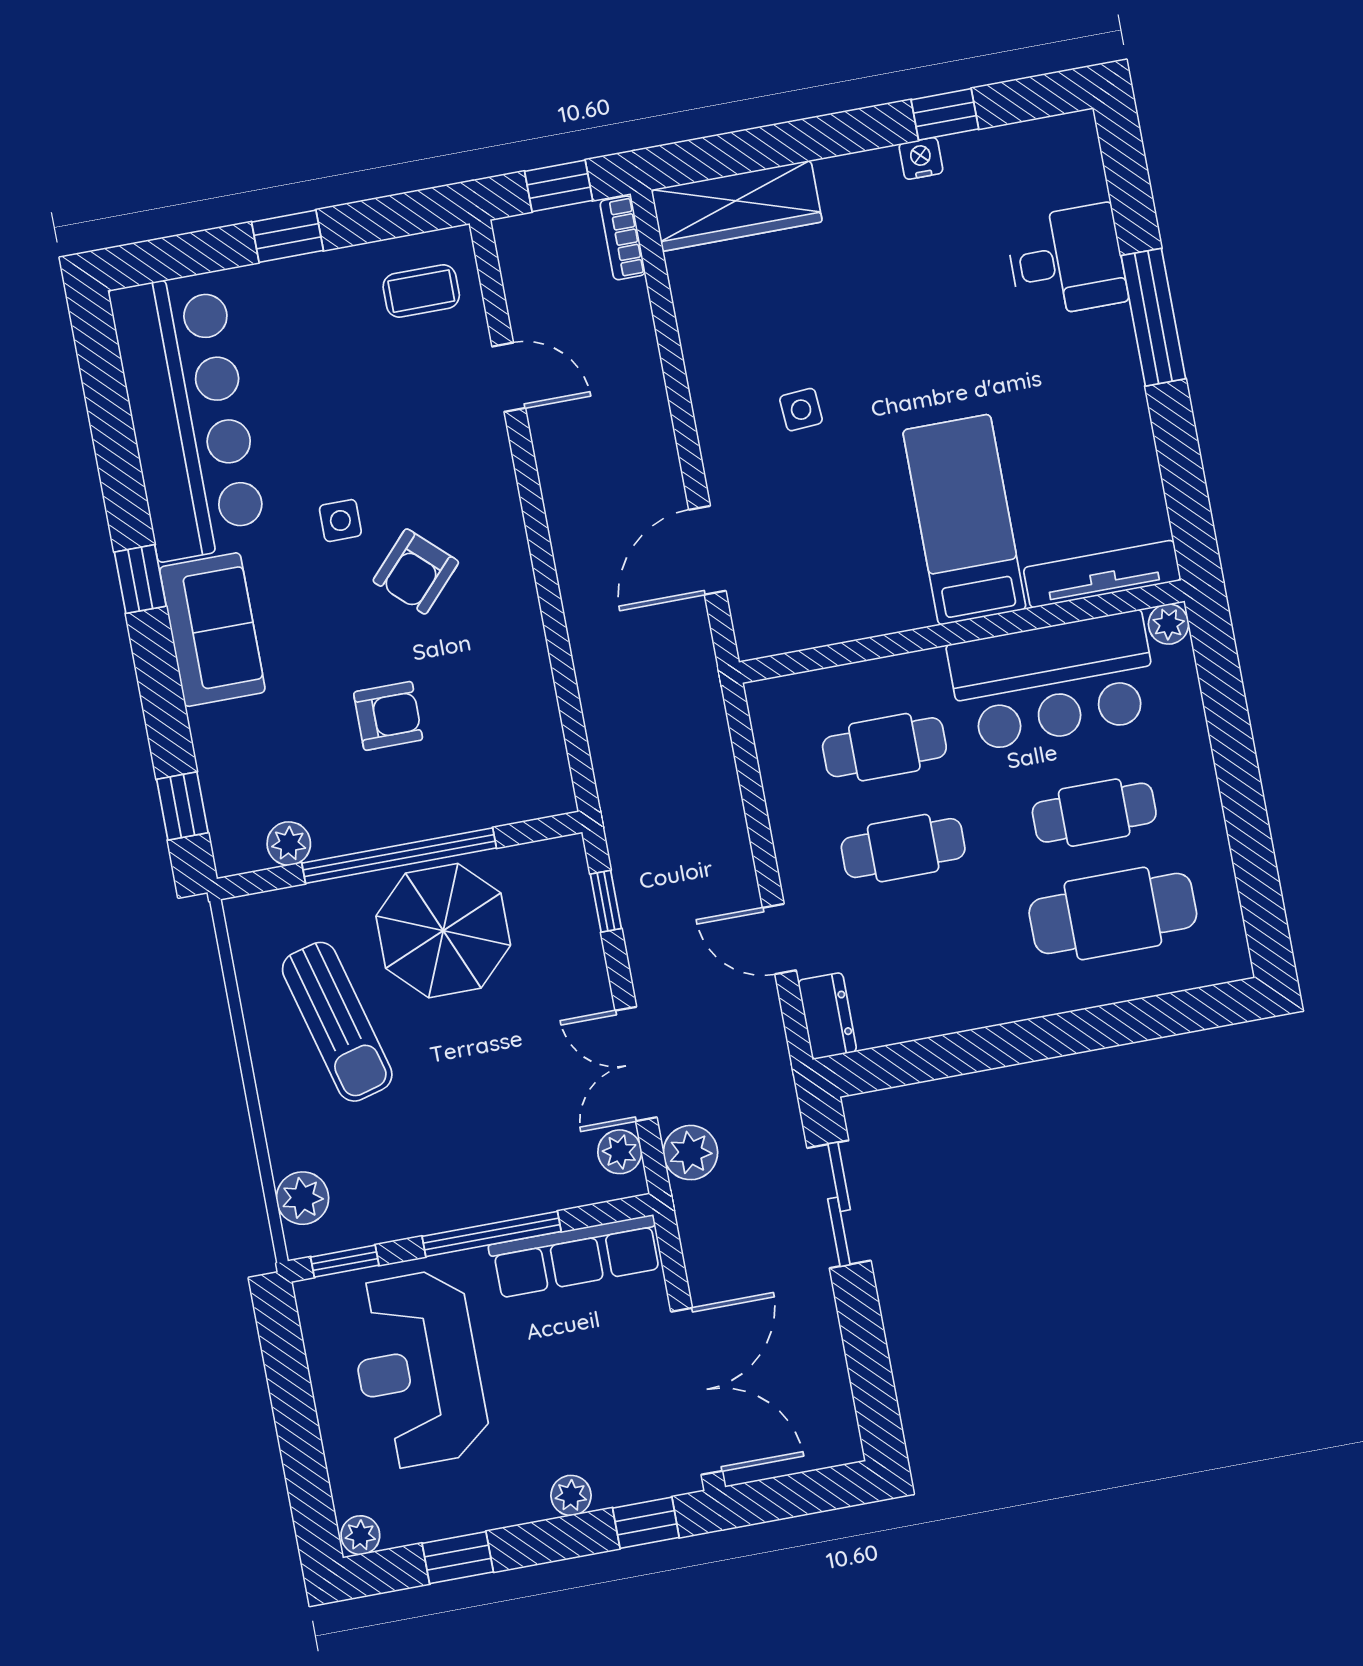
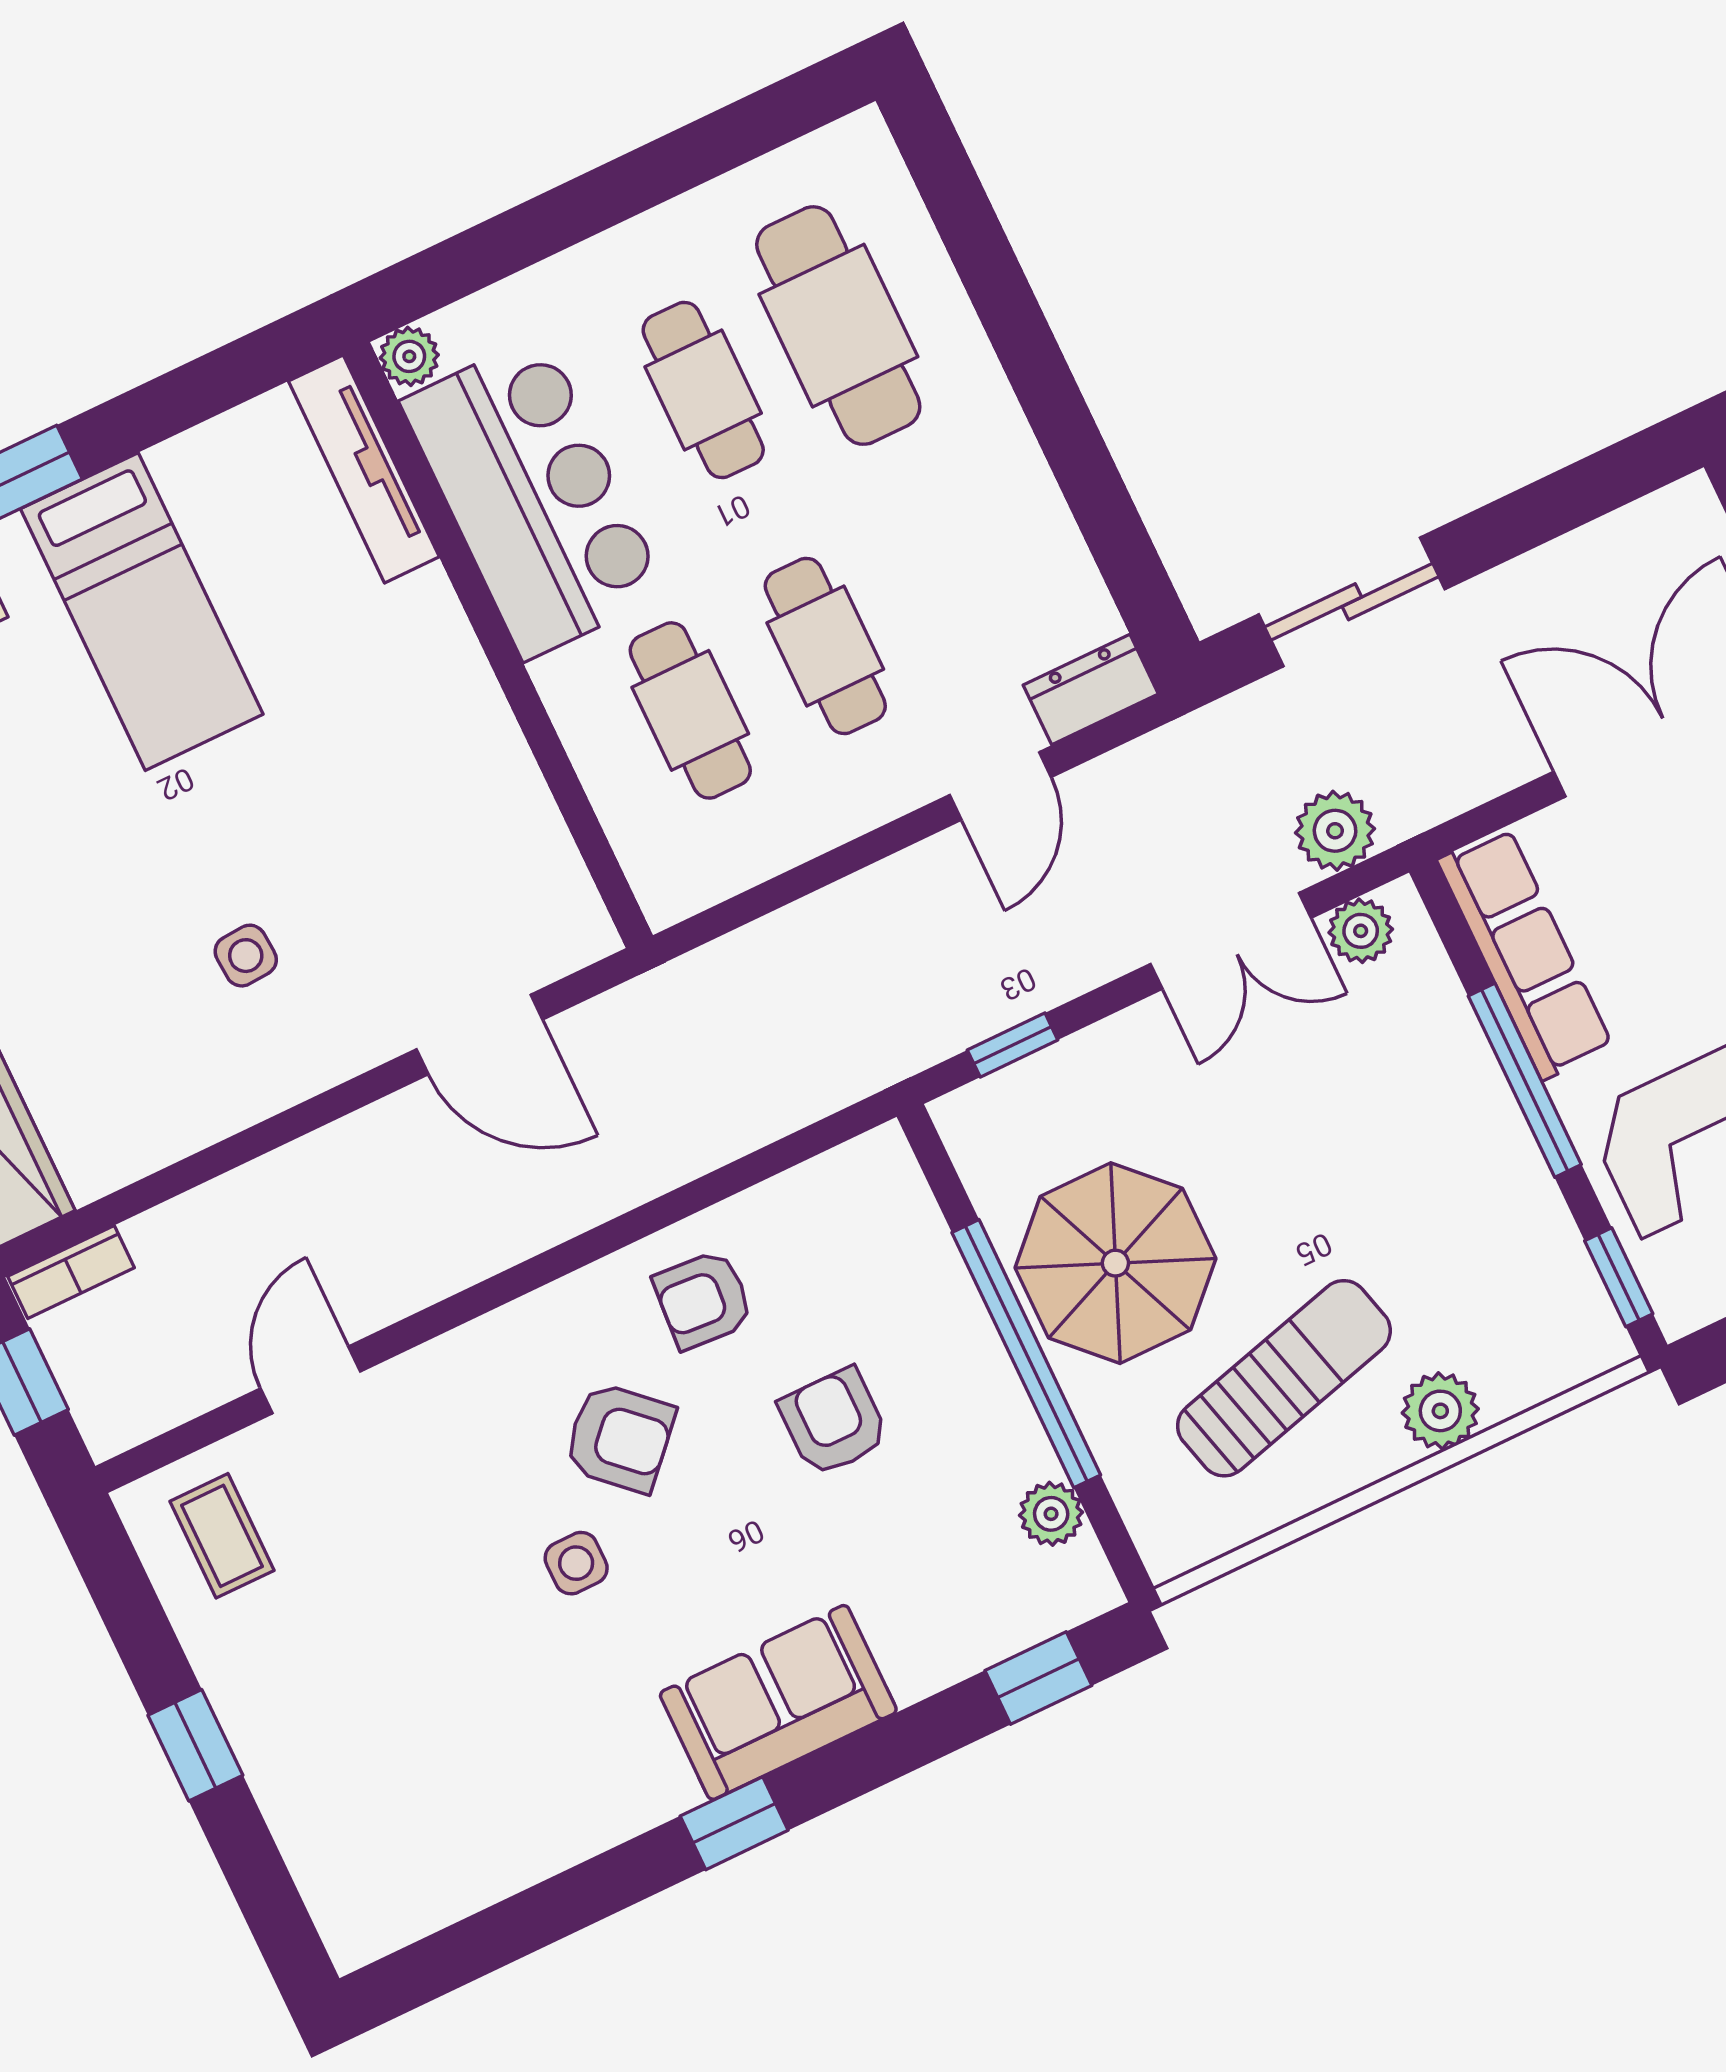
bar counter: (188, 416) -> (487, 1817), removed
bed: (964, 520) -> (142, 612), moved, turned -90
armchair: (492, 651) -> (703, 1300), added
plant: (302, 1198) -> (1440, 1411), moved

